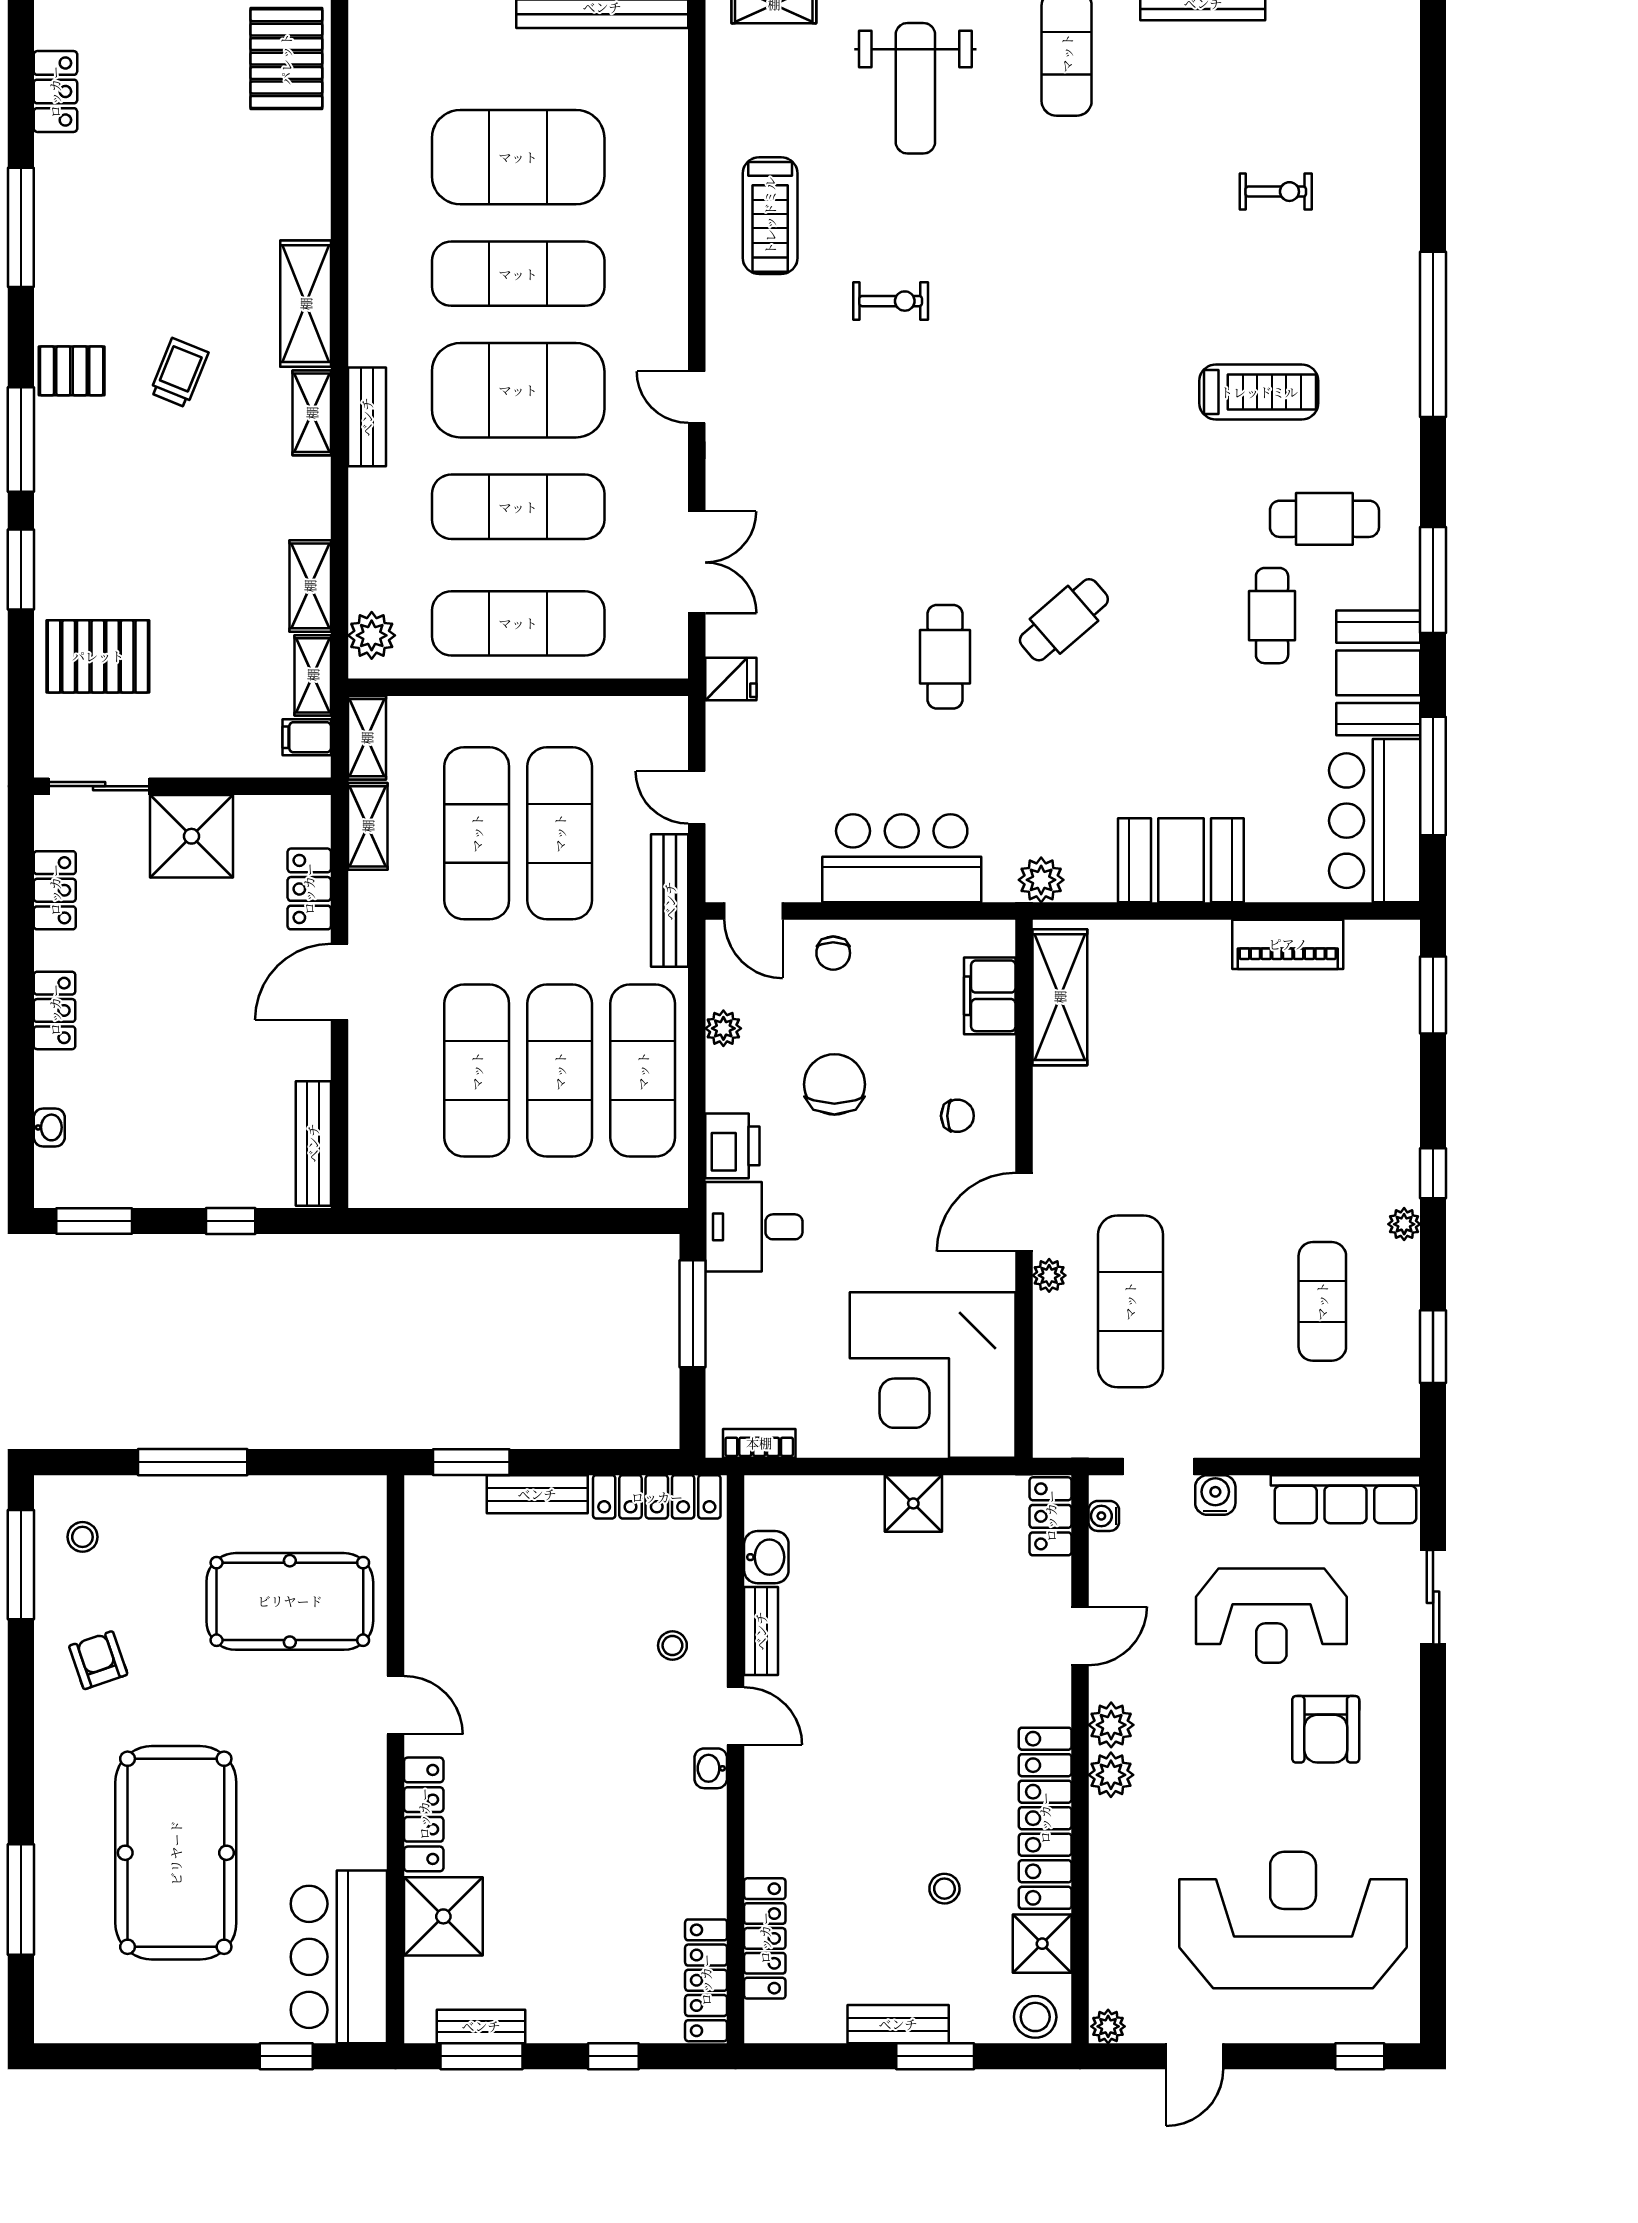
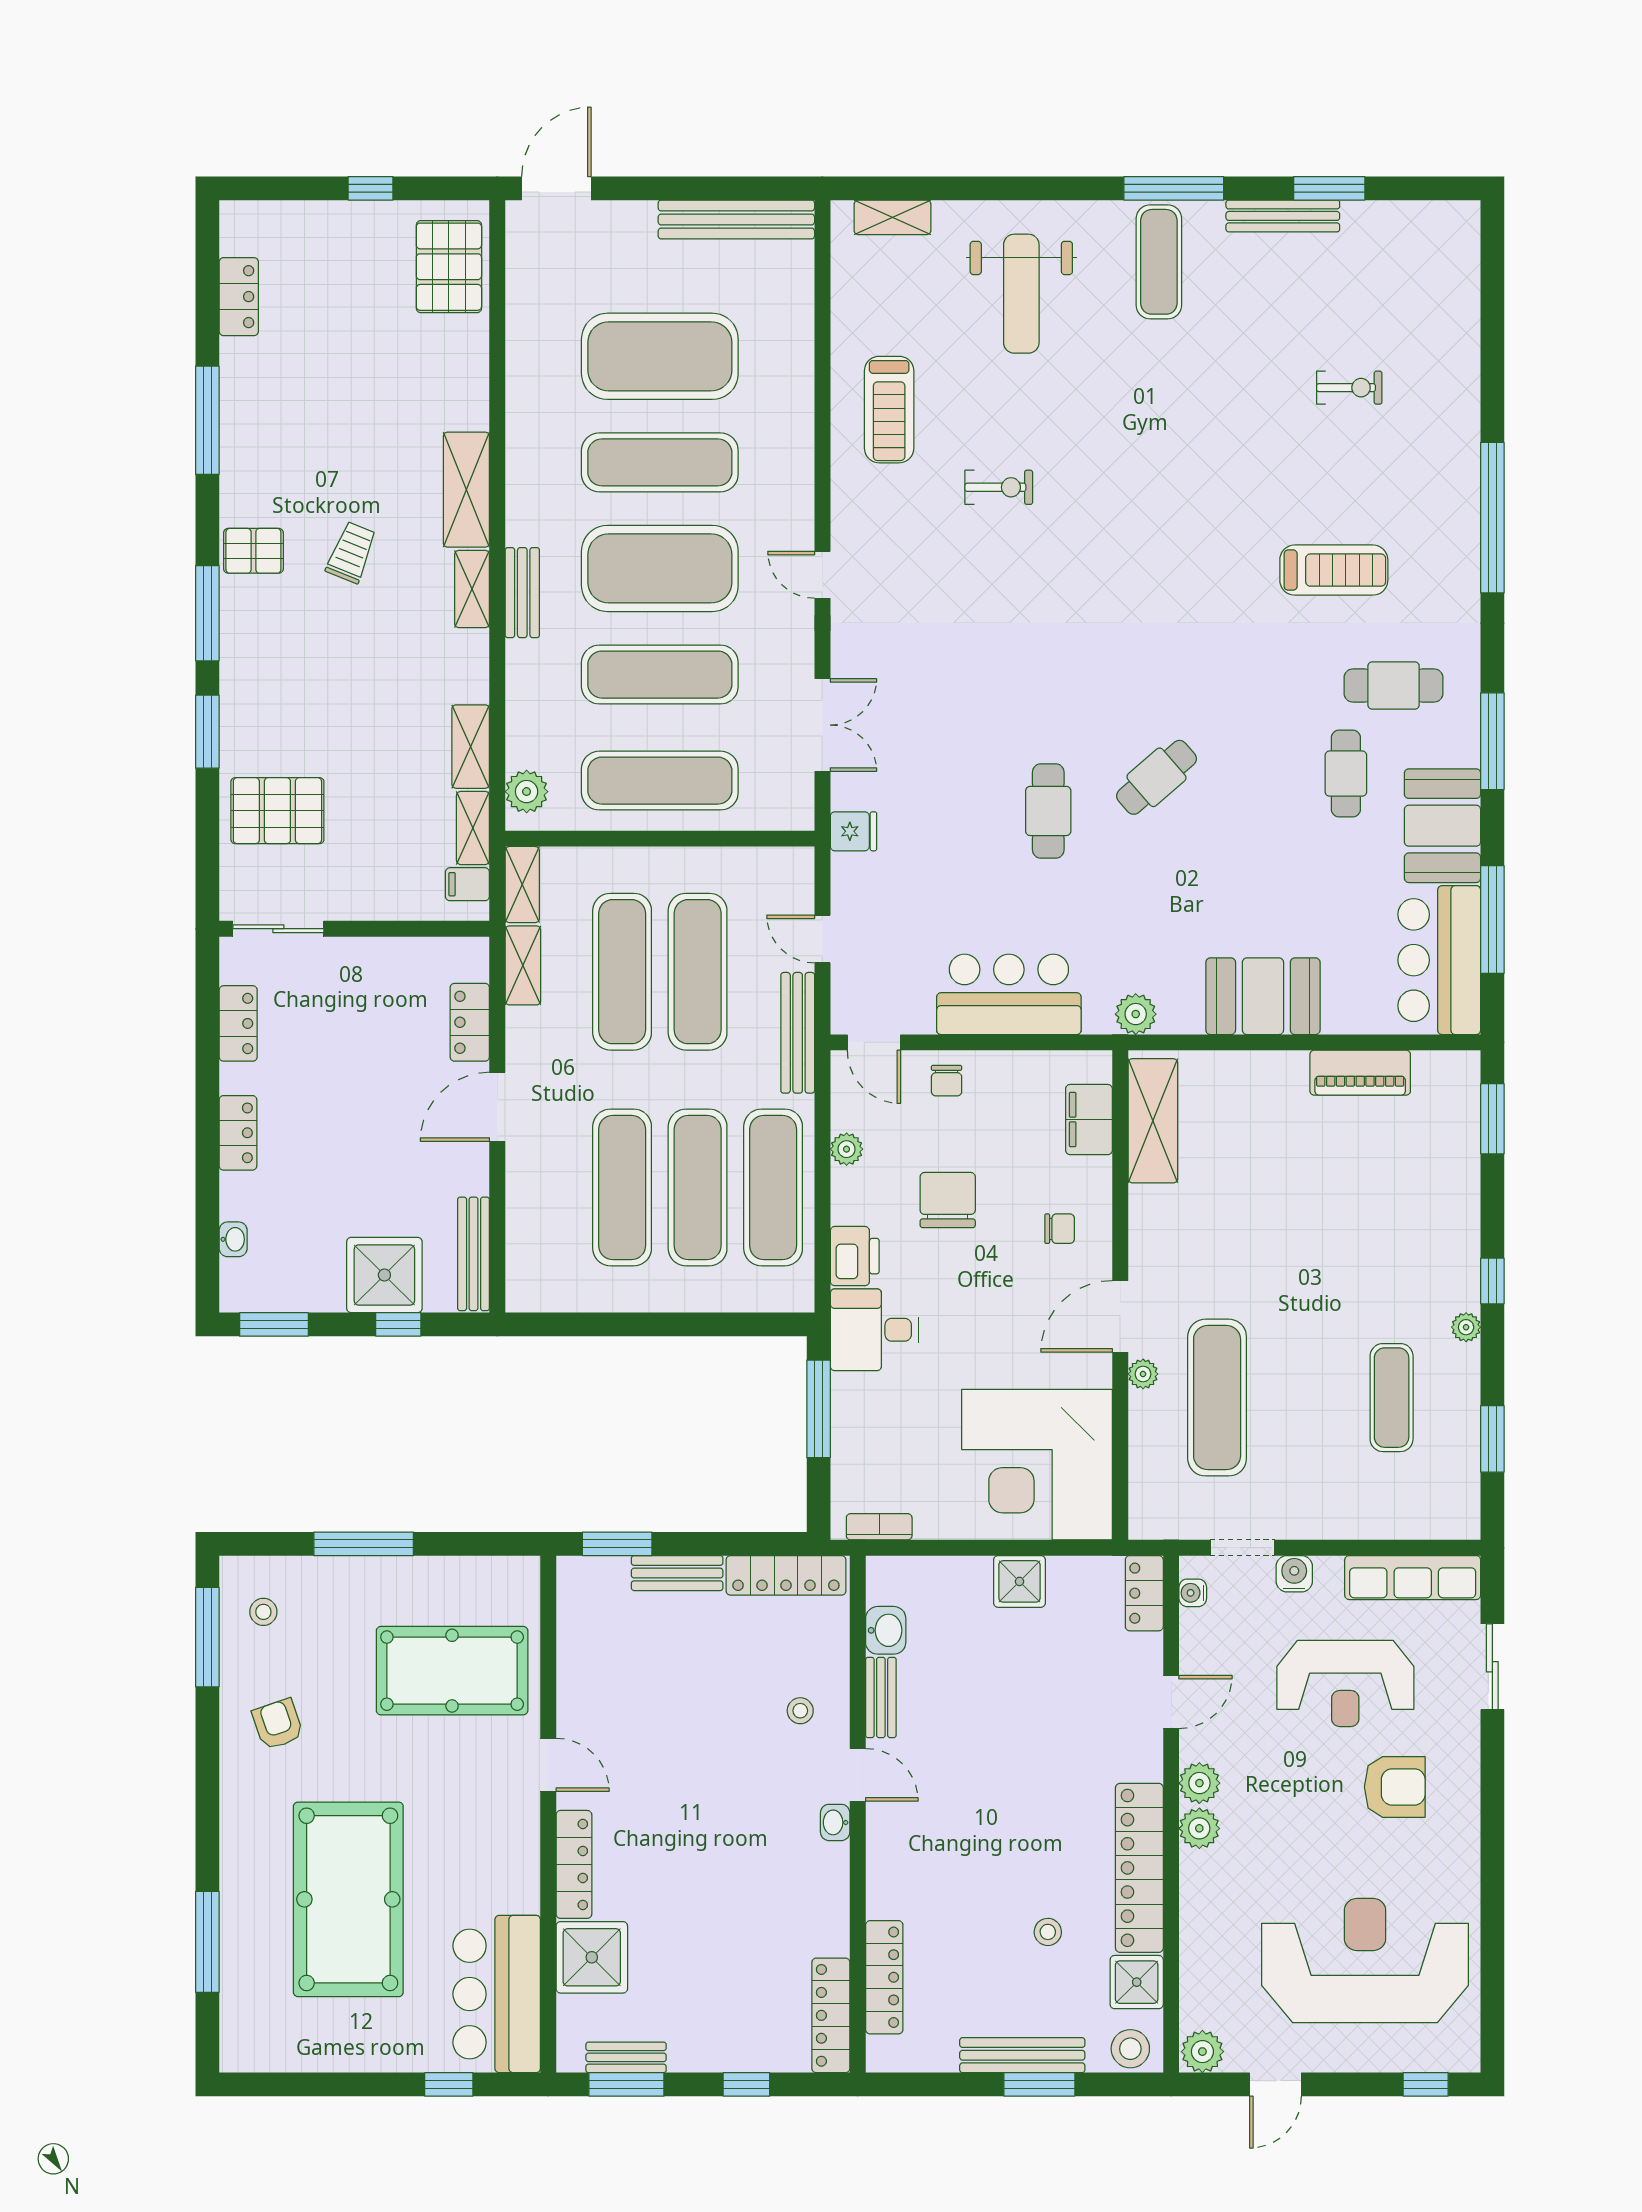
shower: (191, 836) -> (384, 1275), moved
armchair: (1326, 1729) -> (1395, 1787), turned -90
bench: (898, 2024) -> (1022, 2055), width x1.36
plant: (1108, 2026) -> (1202, 2052), width x1.38, depth x1.38

